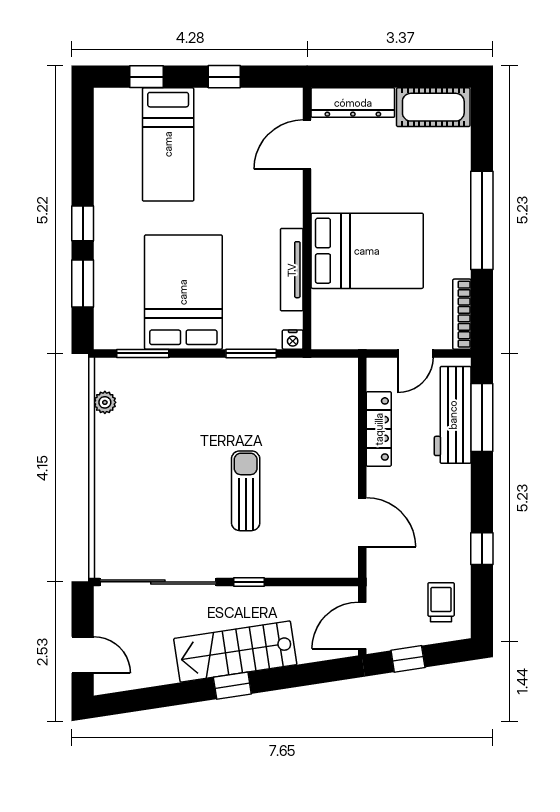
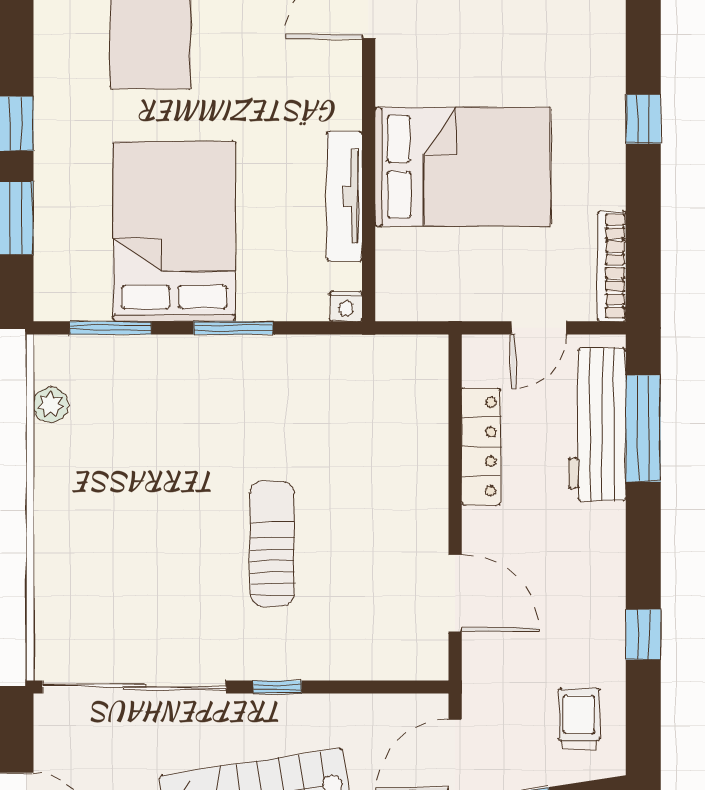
window: (482, 220) -> (643, 119), width x0.32
window: (251, 353) -> (233, 328), moved

